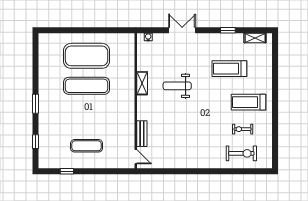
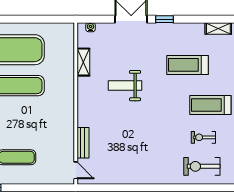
window: (228, 30) -> (165, 19), moved
shelving: (142, 83) -> (83, 62), moved
exercise bike: (241, 153) -> (202, 166), turned 180

